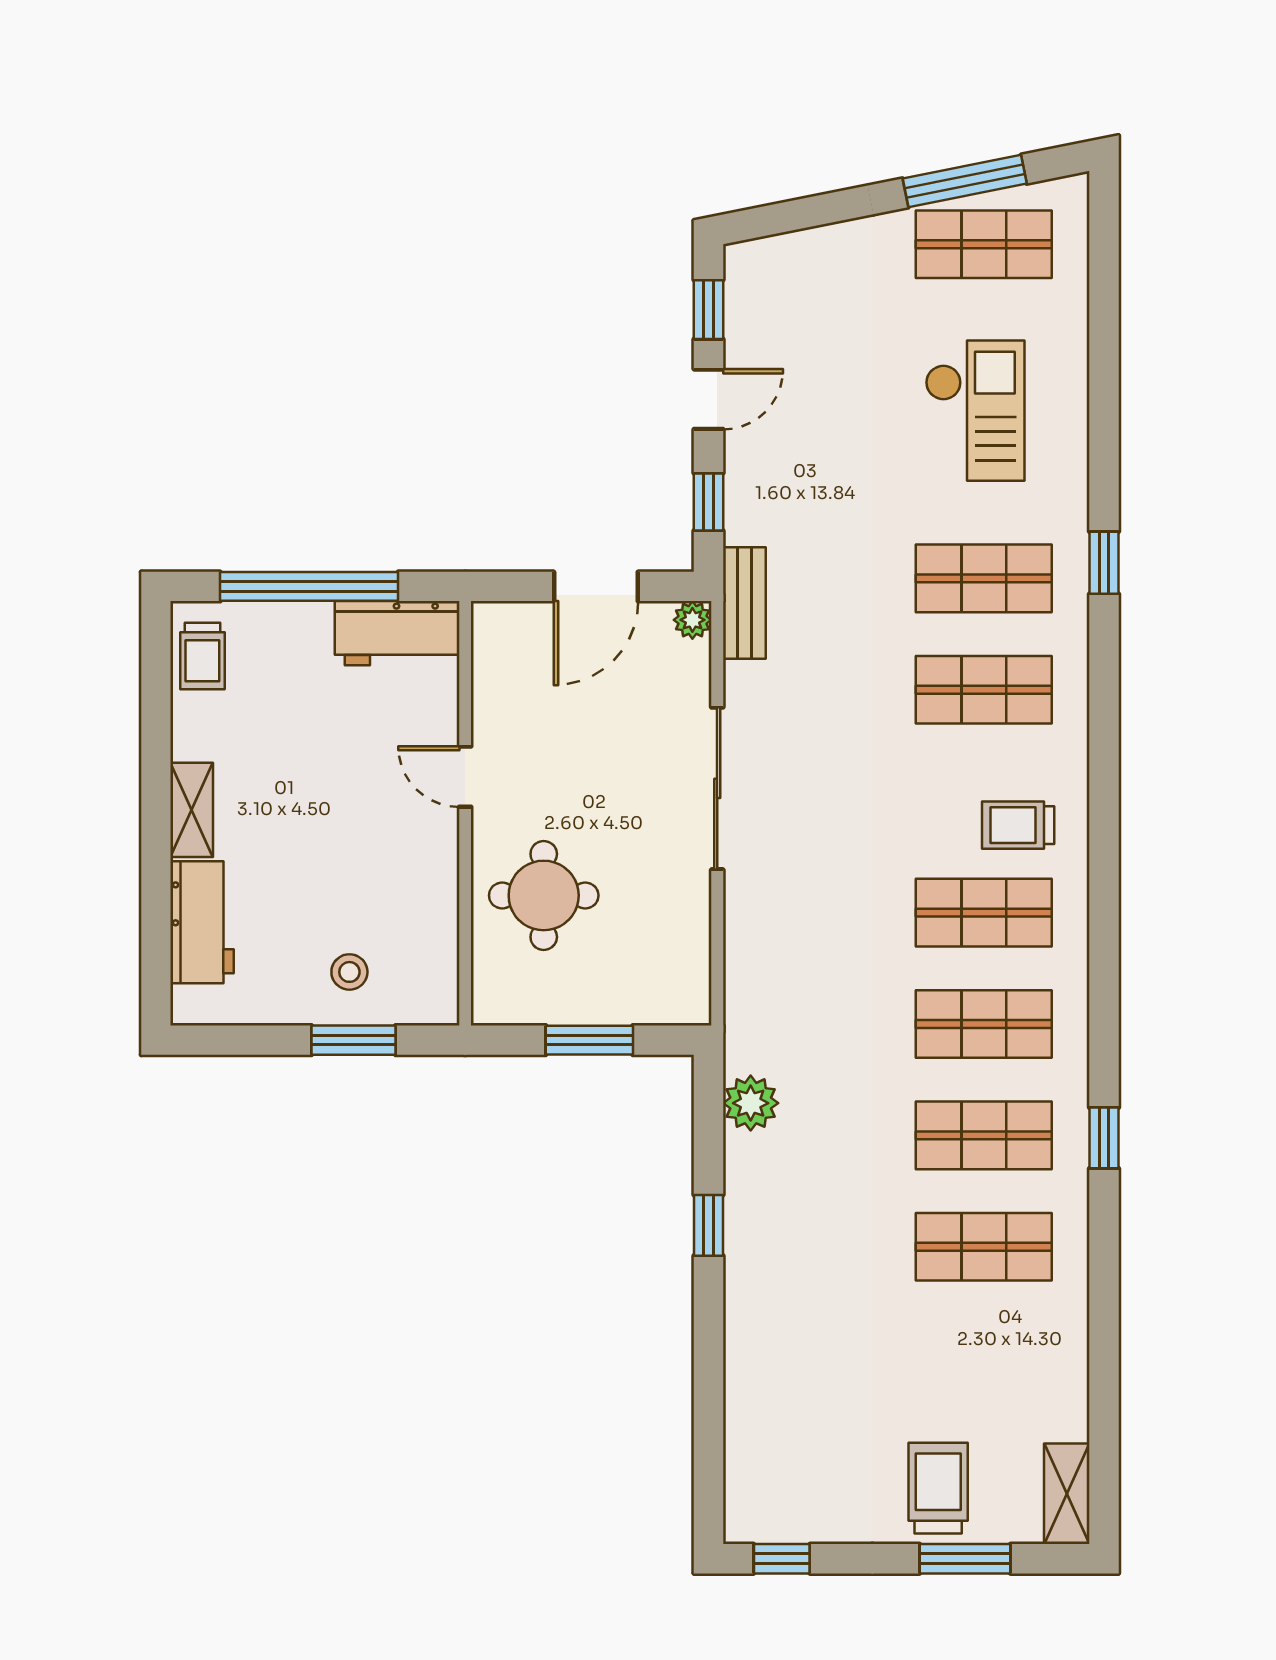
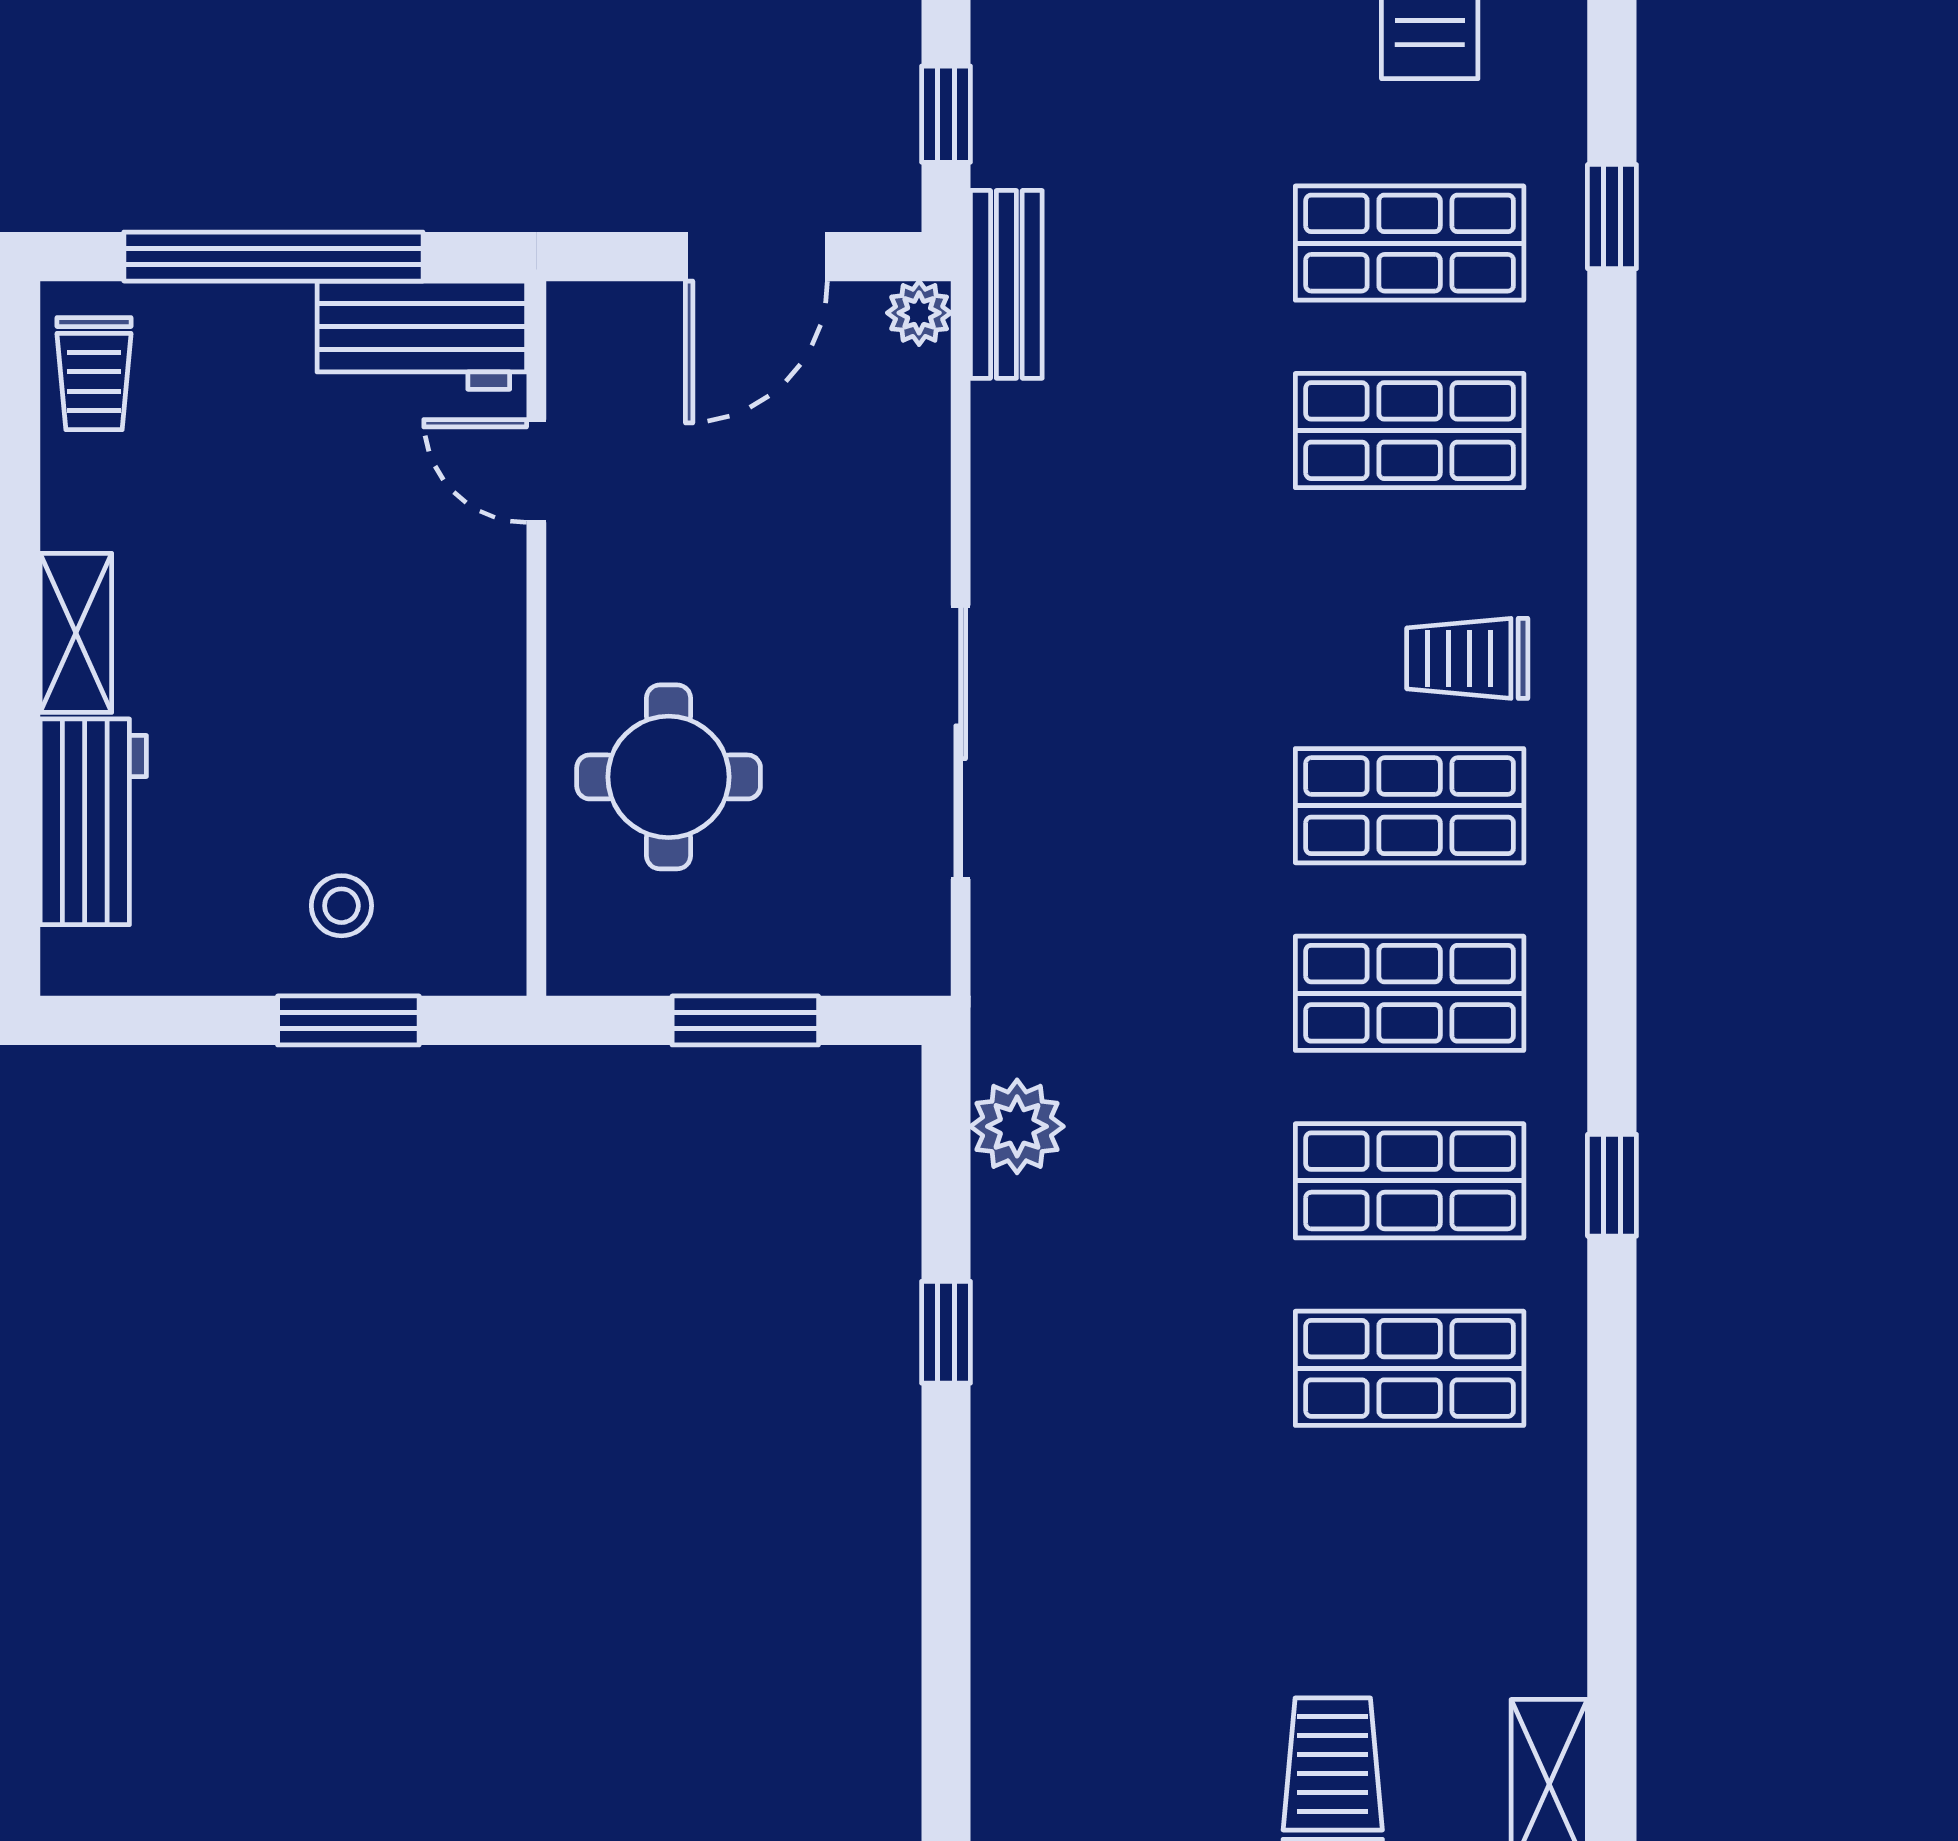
door: (465, 777) -> (536, 471), moved
sliding door: (717, 788) -> (961, 742), moved

